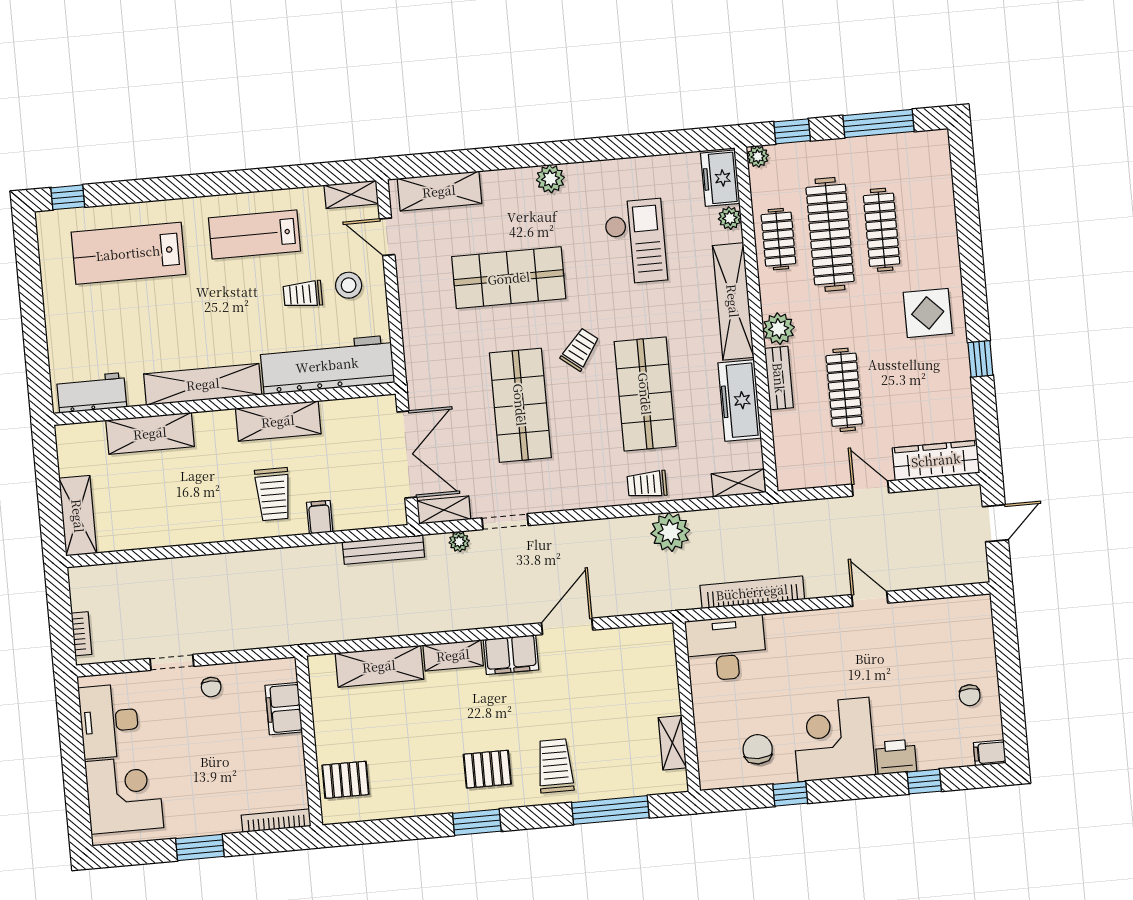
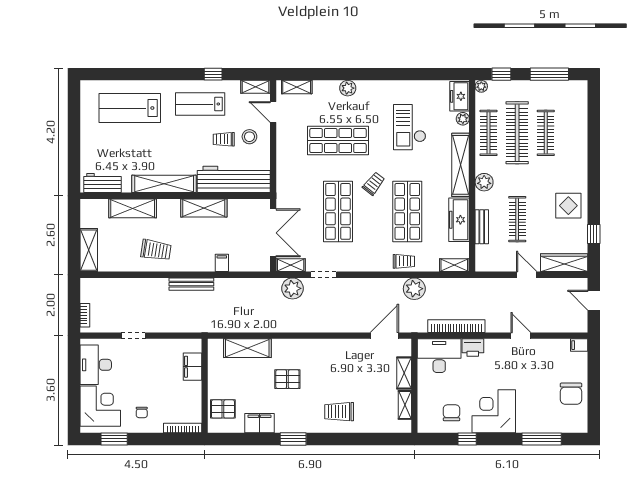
plant: (550, 179) -> (348, 88), moved
shelving: (439, 191) -> (297, 87), width x0.67, depth x0.75
window: (68, 197) -> (213, 74), moved
clothes rail: (778, 239) -> (489, 133), width x1.36
checkout: (635, 242) -> (410, 127), turned 180
display table: (928, 313) -> (568, 206), moved
window: (980, 359) -> (594, 234), moved
bench: (779, 378) -> (482, 227), moved
trolley: (647, 484) -> (404, 261), turned 180
trolley: (273, 494) -> (156, 250), moved, turned -81
door: (995, 523) -> (594, 300), swing flipped
plant: (459, 542) -> (292, 288), width x1.88, depth x1.88
bench: (383, 550) -> (191, 284), moved
door: (567, 626) -> (384, 336), moved
shelving: (453, 655) -> (404, 373), moved, turned 90
filing cabinet: (511, 655) -> (259, 423), moved, turned 180
chair: (211, 687) -> (142, 412), moved
chair: (970, 695) -> (571, 394), width x1.87, depth x1.87
filing cabinet: (990, 753) -> (579, 345), moved
printer: (896, 757) -> (473, 348), moved, turned 180
trolley: (555, 766) -> (339, 412), turned -90
pallet: (487, 769) -> (287, 379), moved
window: (924, 782) -> (542, 439), width x2.17
window: (610, 810) -> (367, 439), removed
window: (200, 847) -> (114, 439), moved

